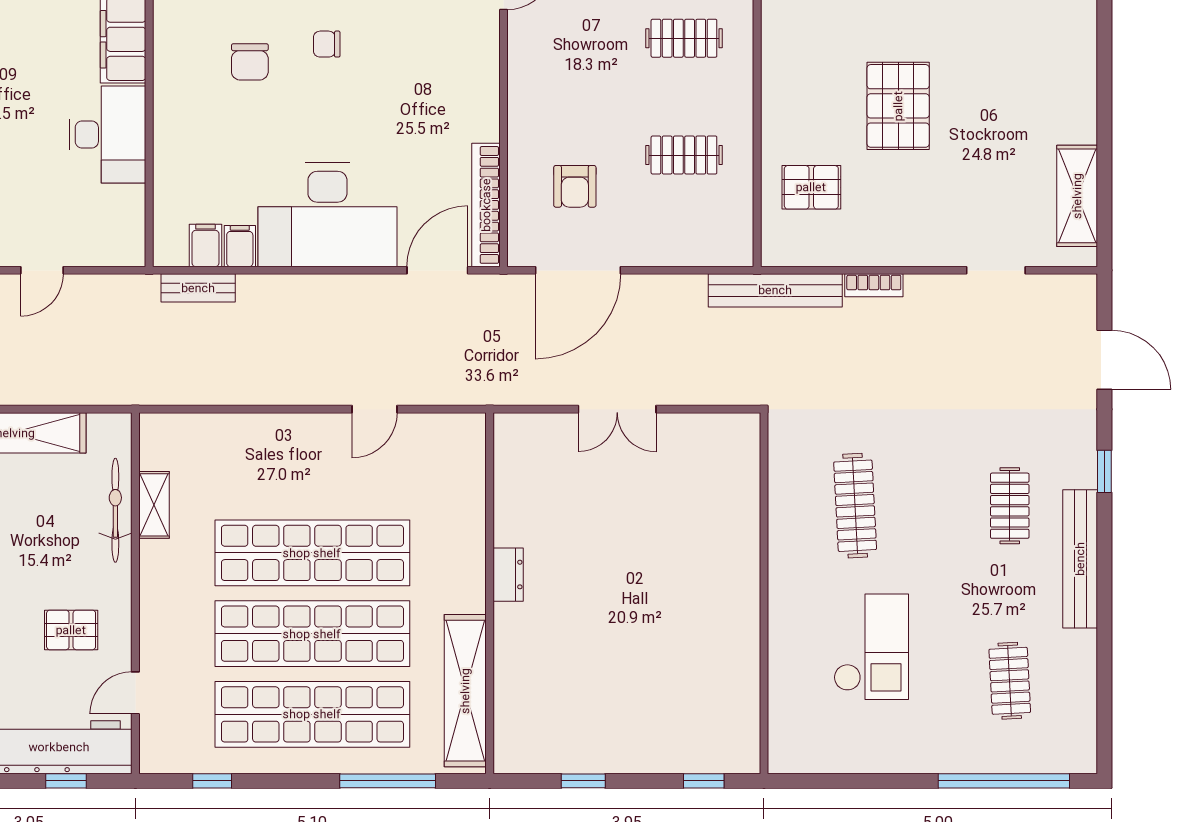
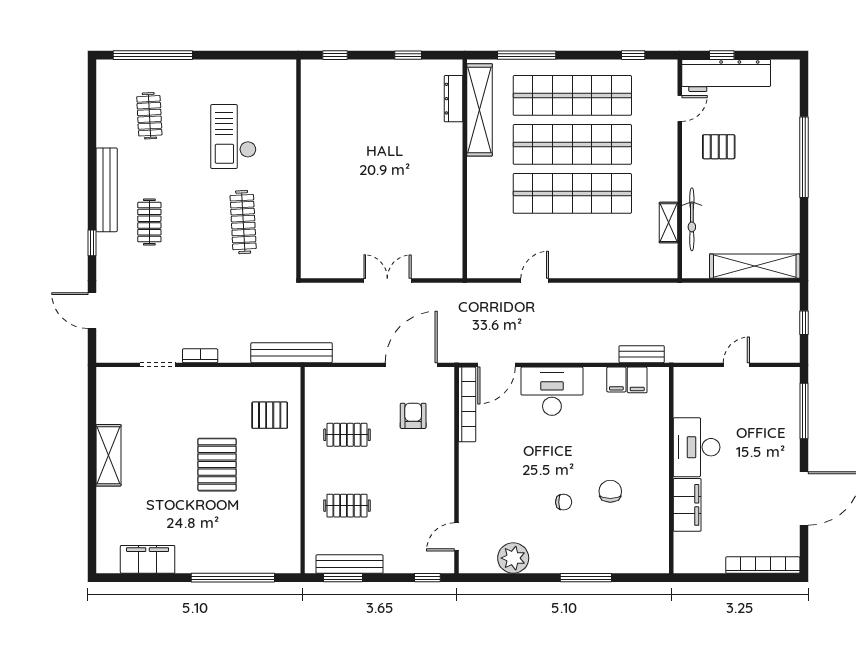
shelving: (1077, 196) -> (109, 455), moved
desk: (327, 215) -> (552, 391), width x0.73, depth x0.77
bookcase: (874, 285) -> (200, 356), moved
dresser: (508, 575) -> (454, 99), moved, width x1.44

